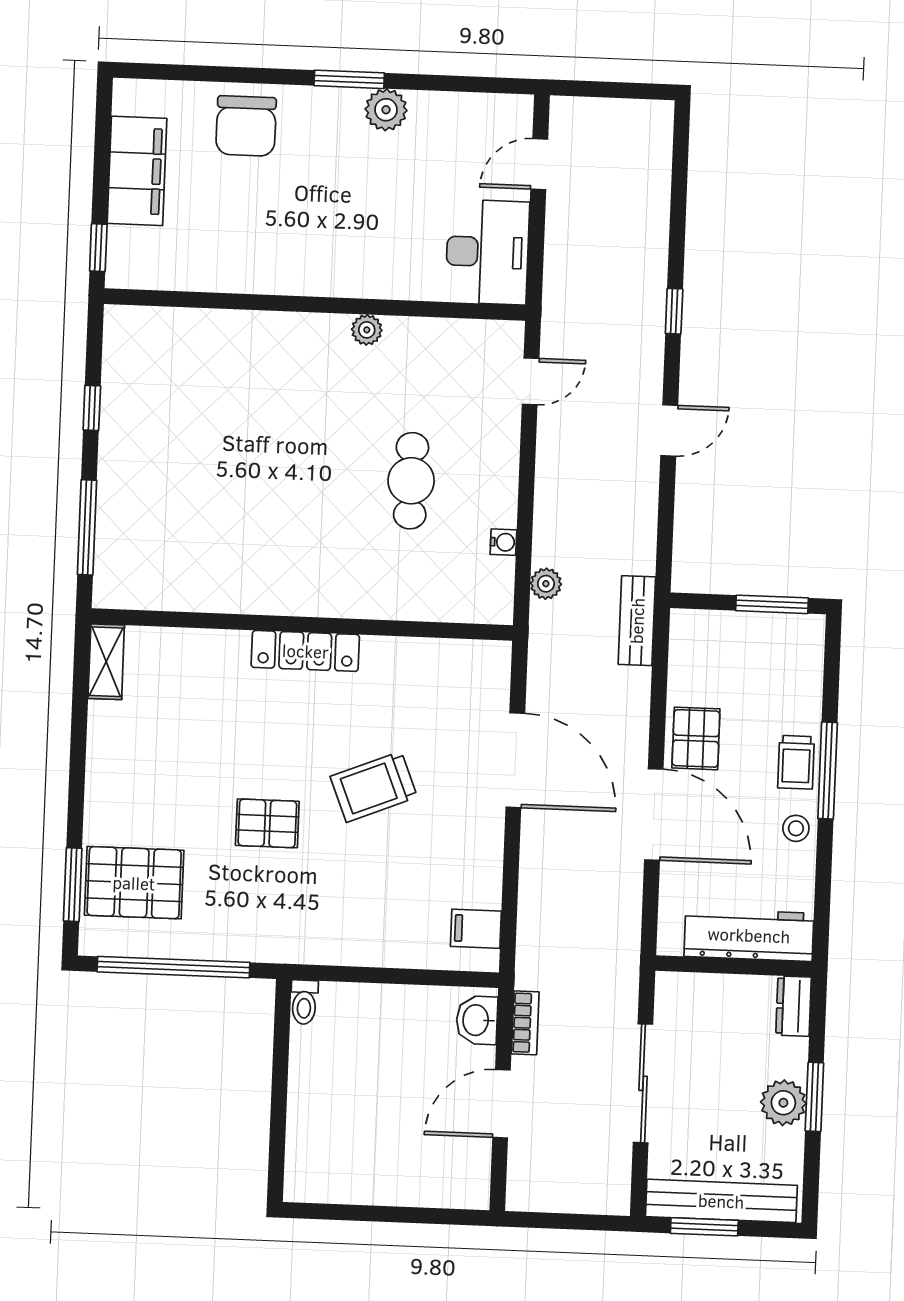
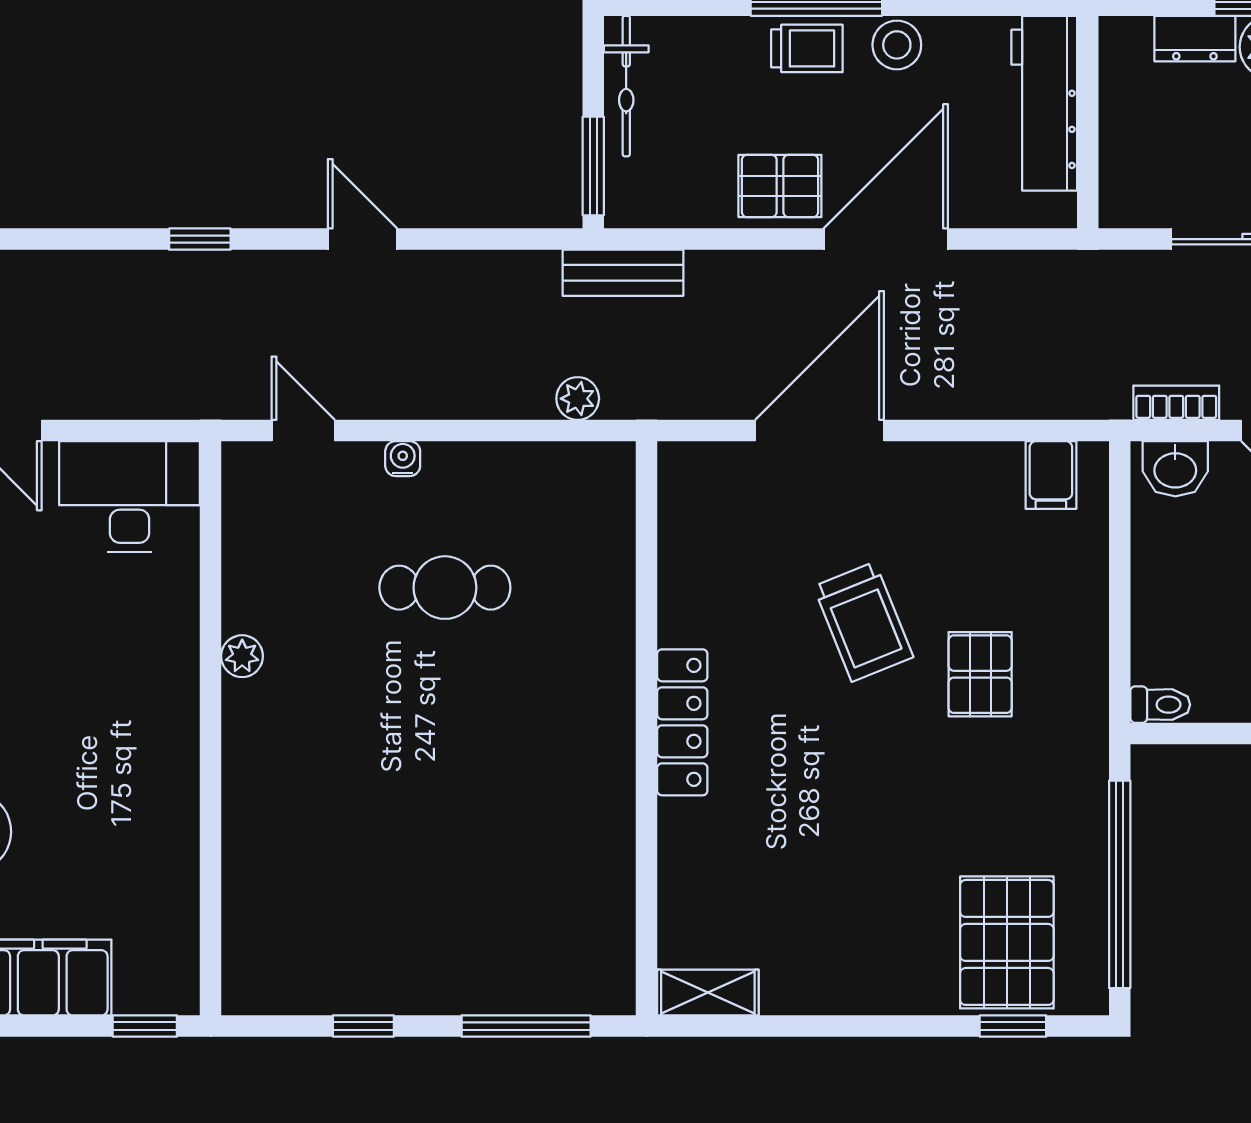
water cooler: (503, 542) -> (403, 459), moved
window: (772, 604) -> (593, 166), moved
bicycle: (774, 629) -> (626, 86), added
pallet: (267, 823) -> (980, 674), moved
stool: (796, 828) -> (897, 45), width x1.37, depth x1.37
window: (73, 885) -> (1013, 1026), width x0.67
dresser: (794, 1006) -> (1195, 39), moved

